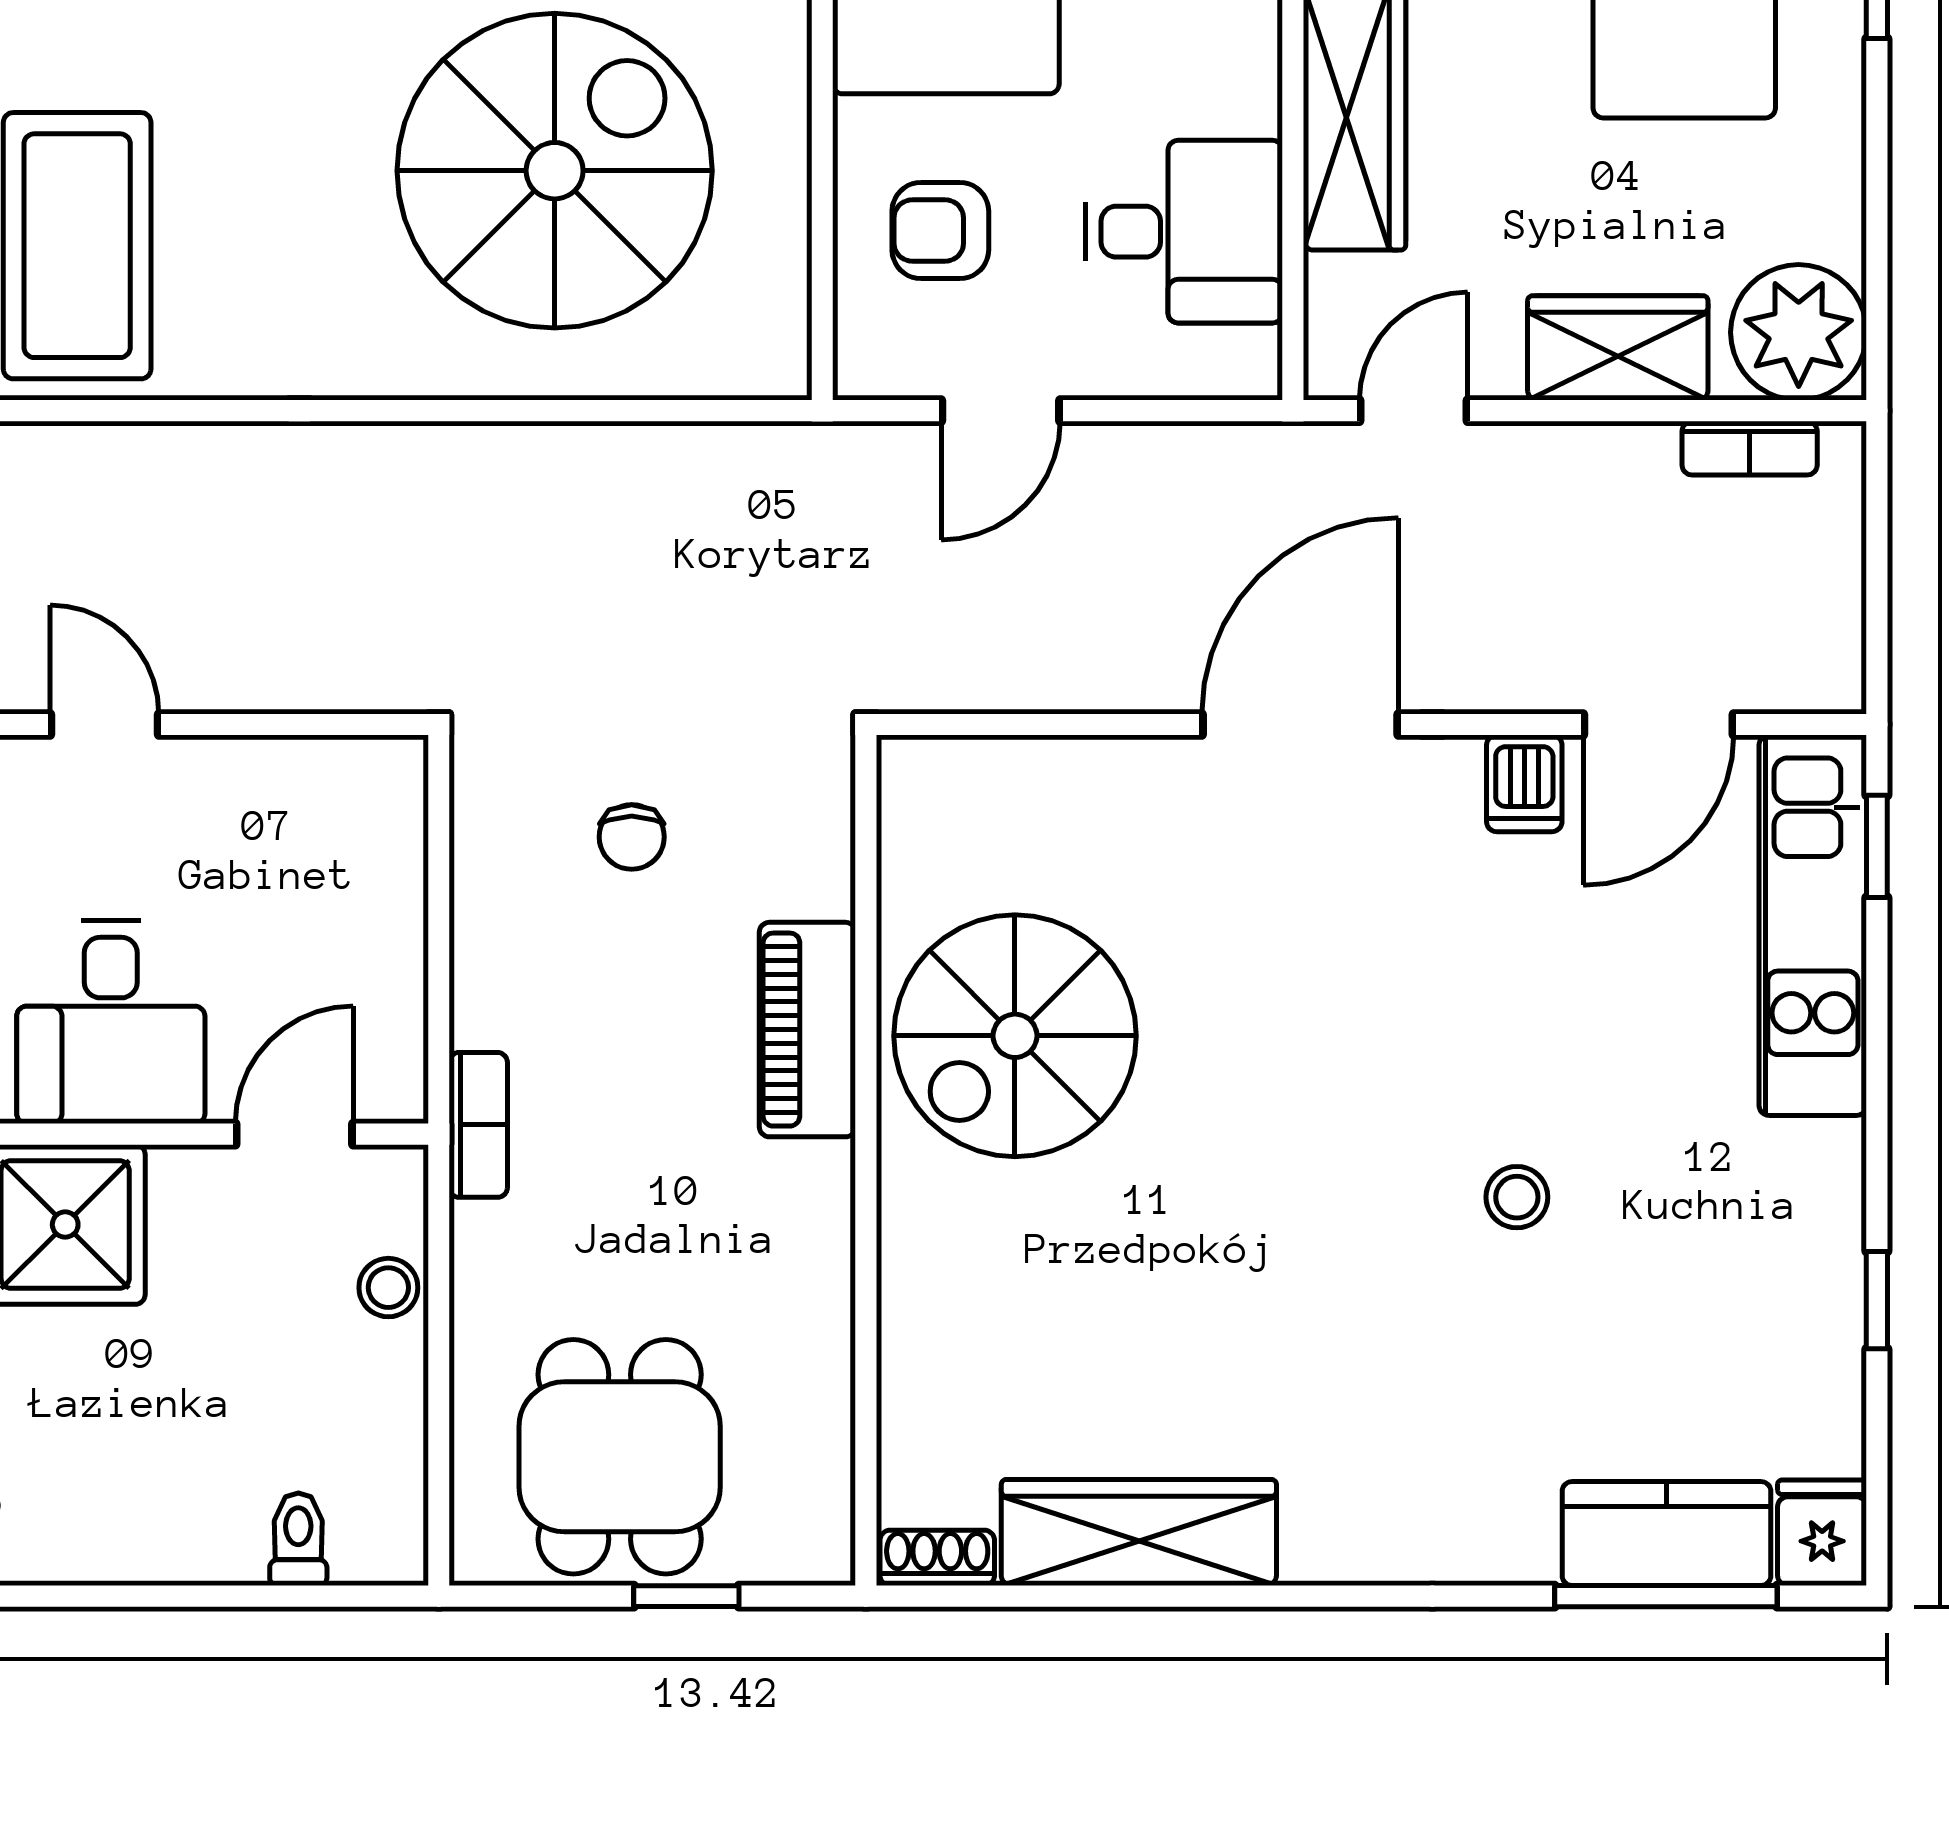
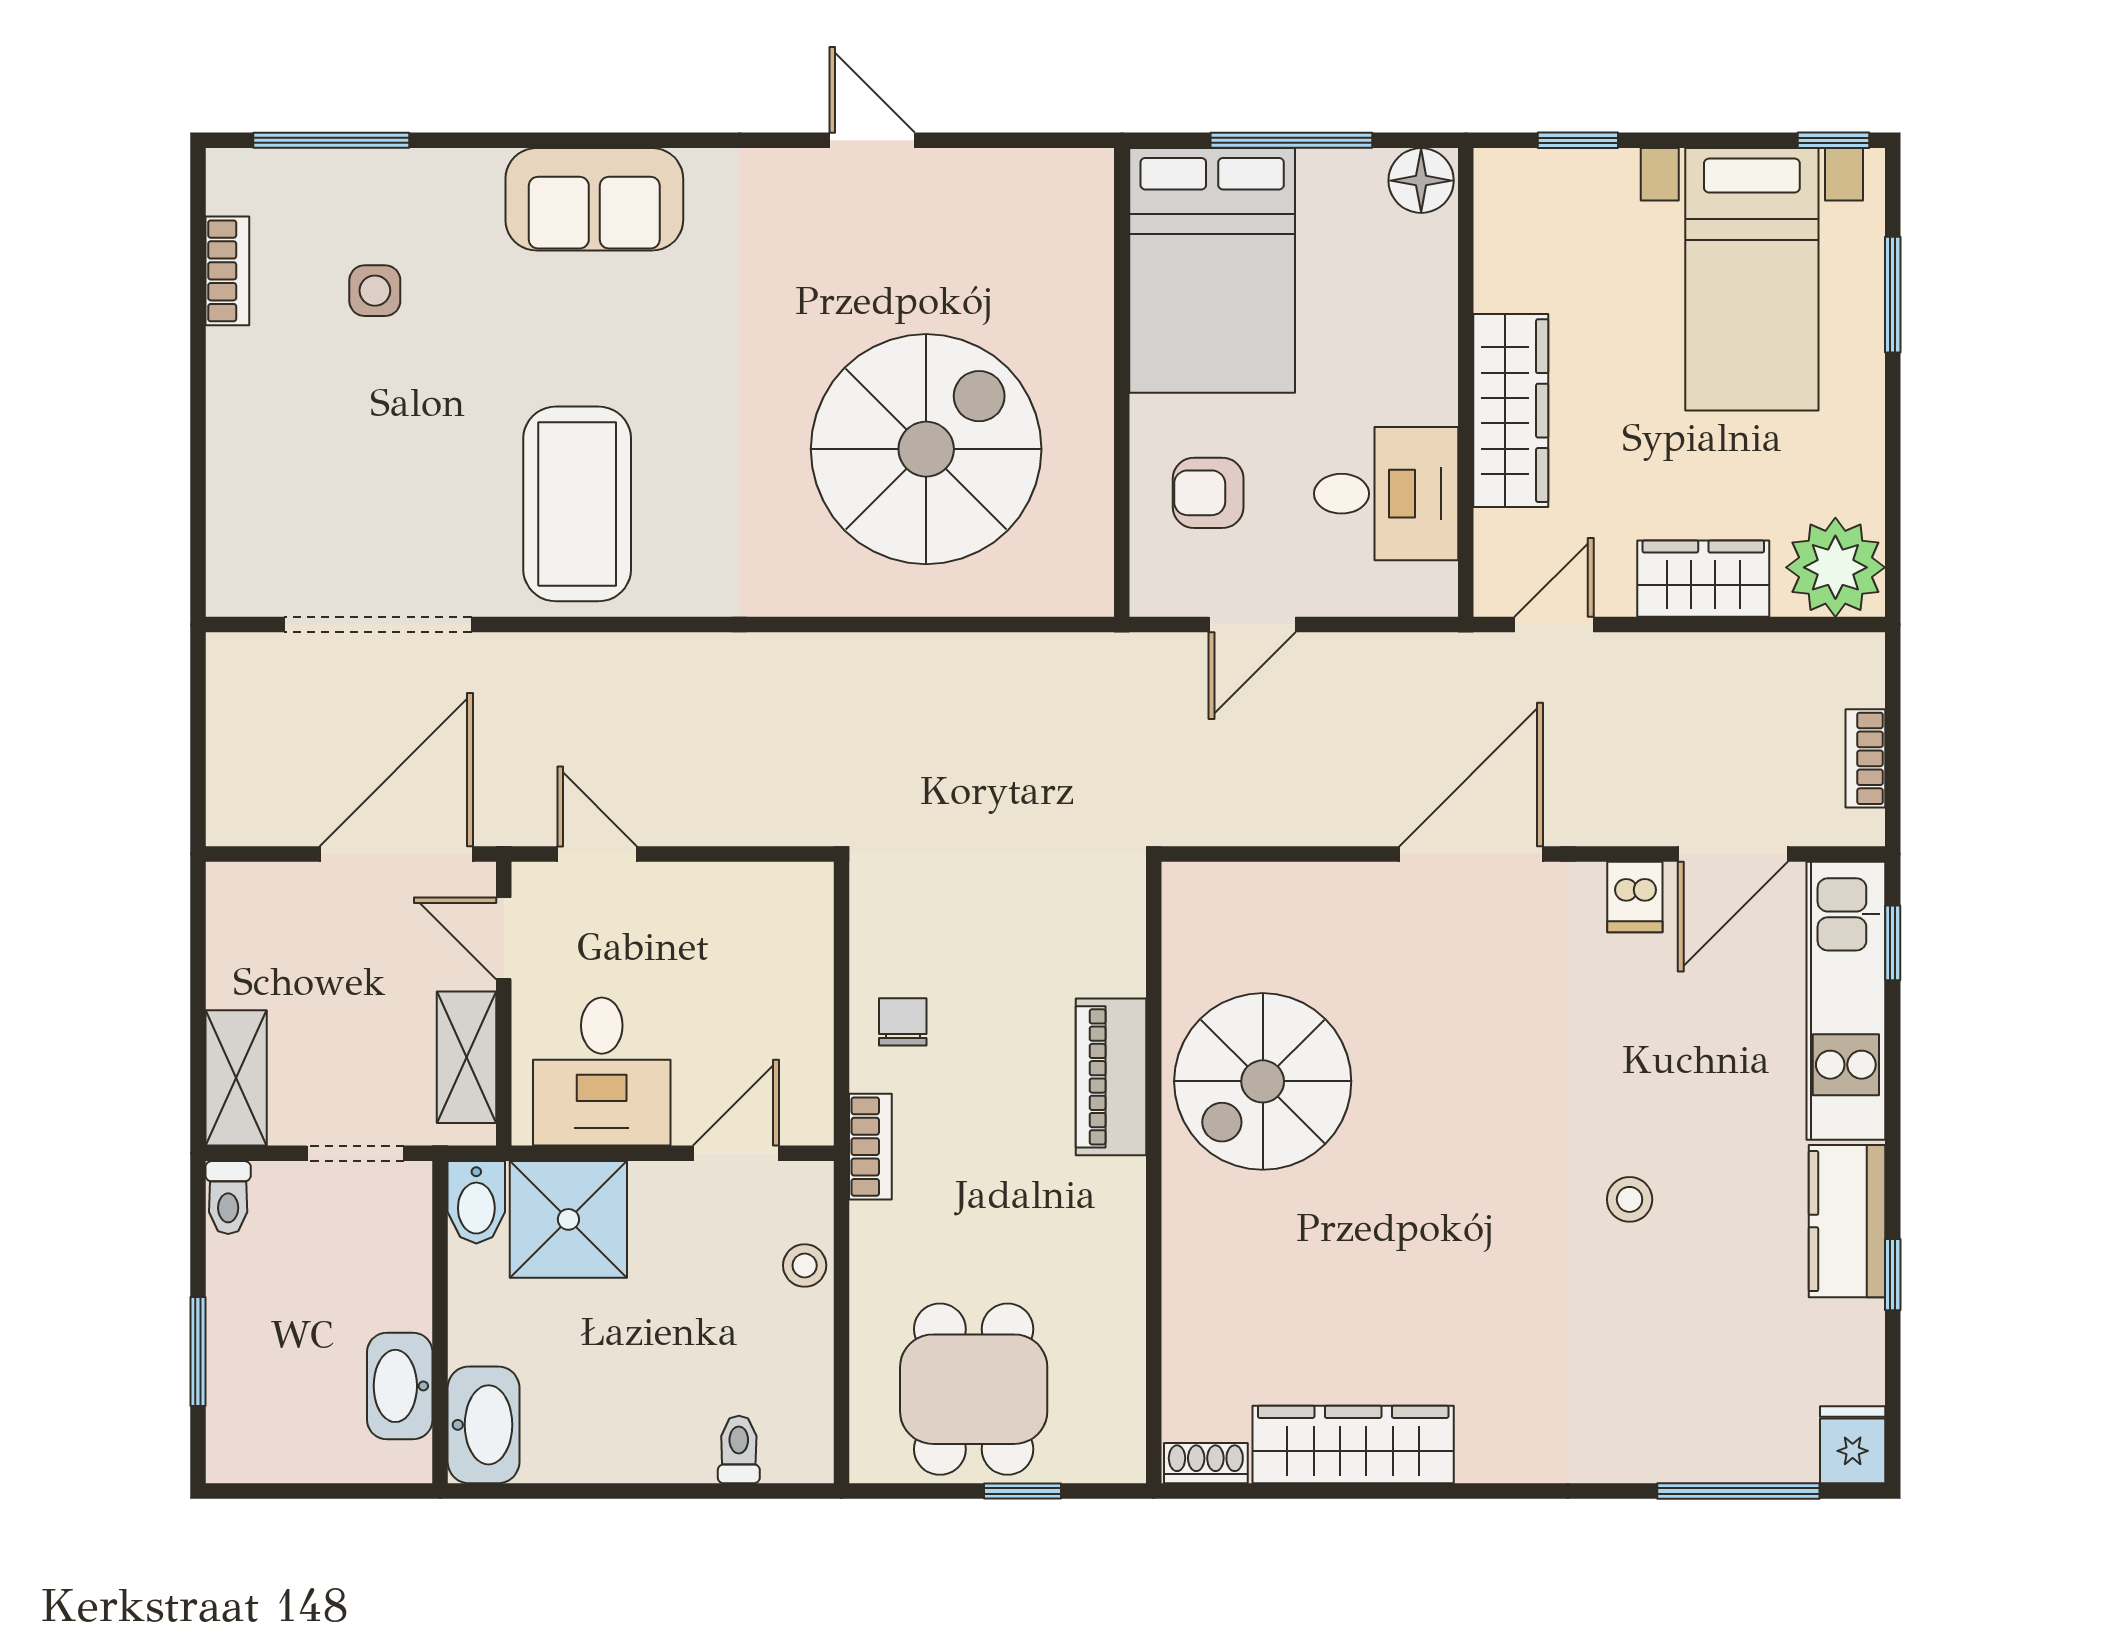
bookcase: (1750, 448) -> (1865, 758), moved, turned 90
chair: (632, 837) -> (903, 1022), moved, turned 180
kitchen counter: (1666, 1533) -> (1847, 1221), moved, turned -90

